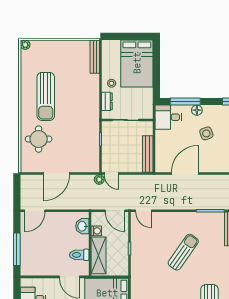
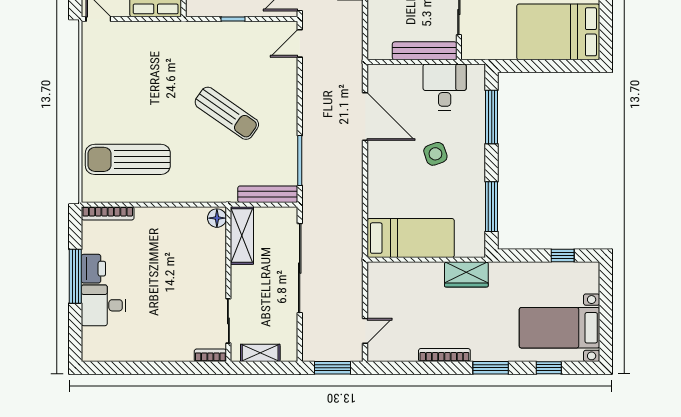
floor lamp: (197, 110) -> (476, 137), removed
desk: (168, 117) -> (445, 87), moved
bench: (148, 154) -> (425, 51), moved

